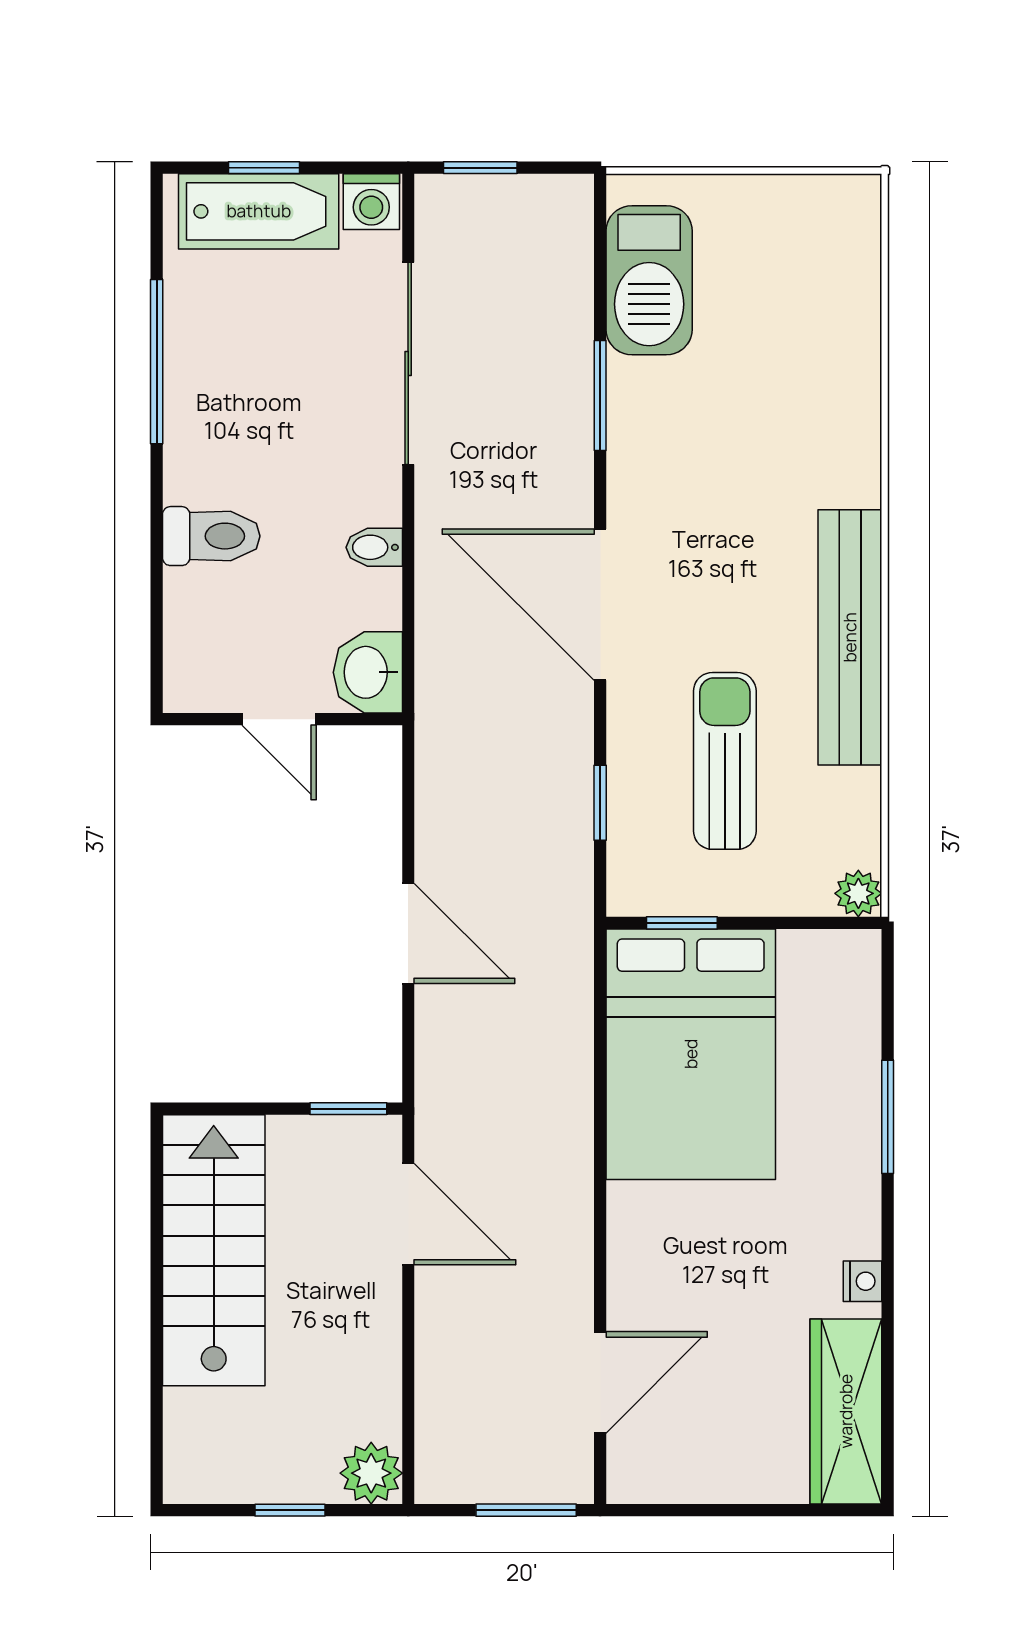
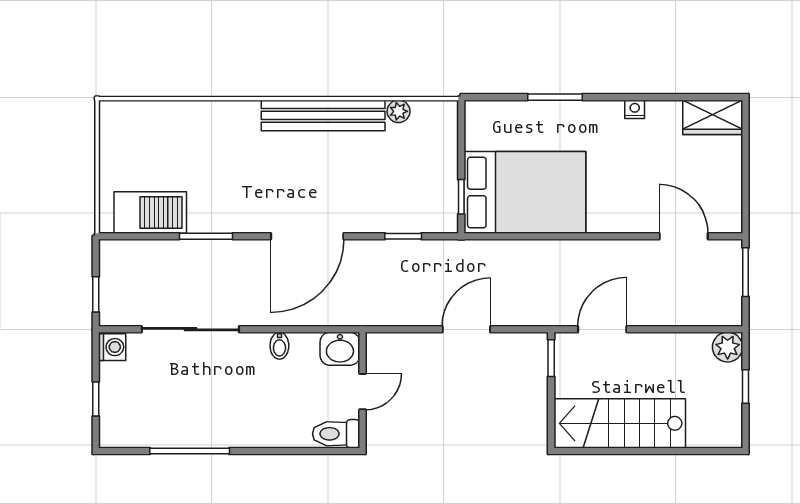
bathtub: (259, 211) -> (117, 402), removed
toilet: (211, 536) -> (336, 434), moved, turned -90
sun lounger: (725, 761) -> (383, 176), removed
plant: (858, 893) -> (399, 111), moved
wardrobe: (846, 1411) -> (713, 117), width x0.67

